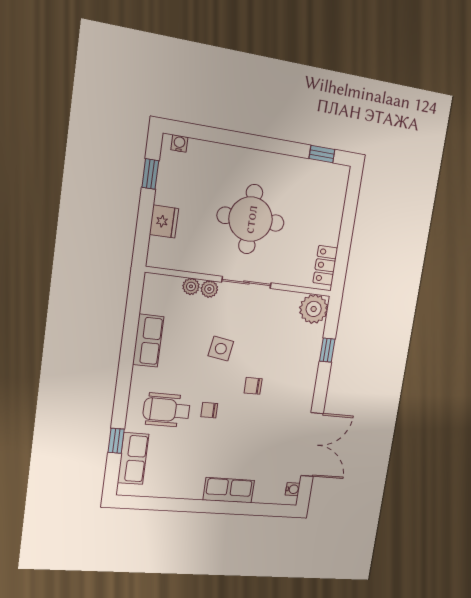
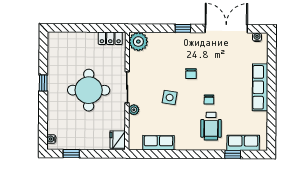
window: (322, 154) -> (43, 83), moved
fridge: (164, 222) -> (118, 140), moved, turned -90
plant: (191, 286) -> (134, 121), removed
row of seats: (148, 341) -> (158, 143), moved
window: (327, 350) -> (183, 28), moved
row of seats: (229, 490) -> (260, 87), width x1.48

